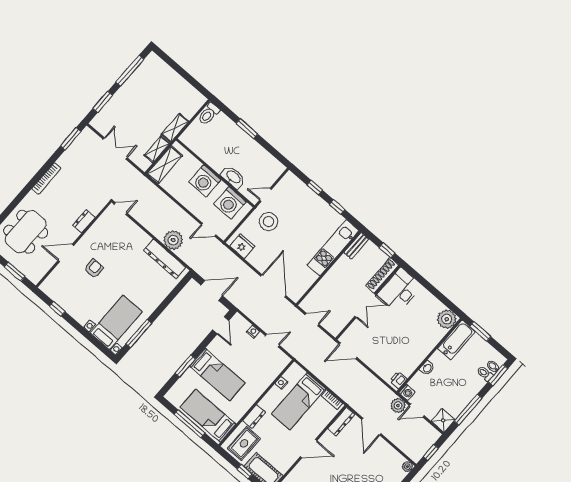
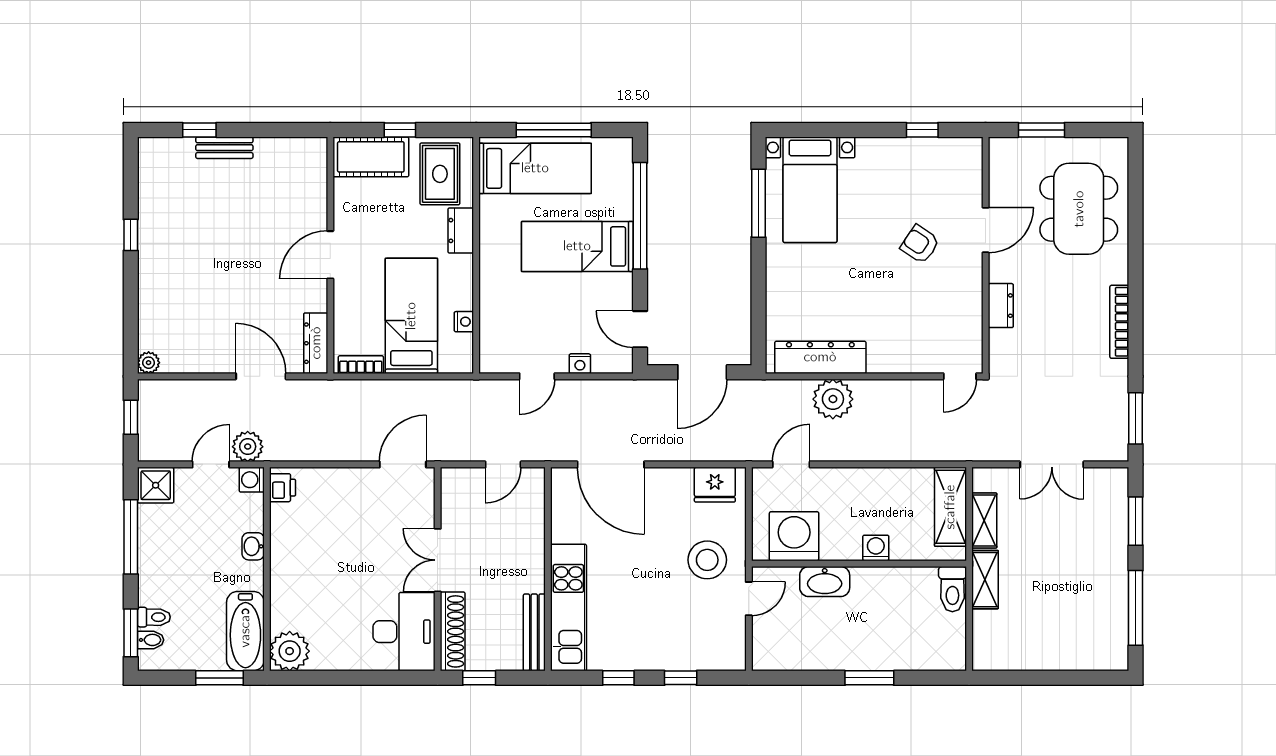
toilet: (209, 114) -> (952, 589), moved, turned 180
washing machine: (205, 181) -> (876, 548), width x0.53, depth x0.53
bench: (356, 246) -> (534, 632), width x1.36
armchair: (94, 268) -> (920, 244), turned 124
window: (185, 366) -> (640, 216), width x2.11

